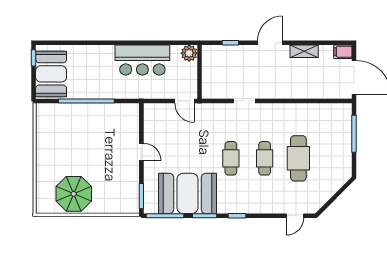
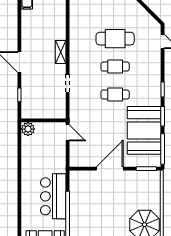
shelving: (304, 51) -> (61, 52), moved
bar counter: (142, 60) -> (53, 196), moved, turned 180
door: (184, 101) -> (68, 133), hinge flipped
door: (141, 152) -> (110, 169), width x1.87

